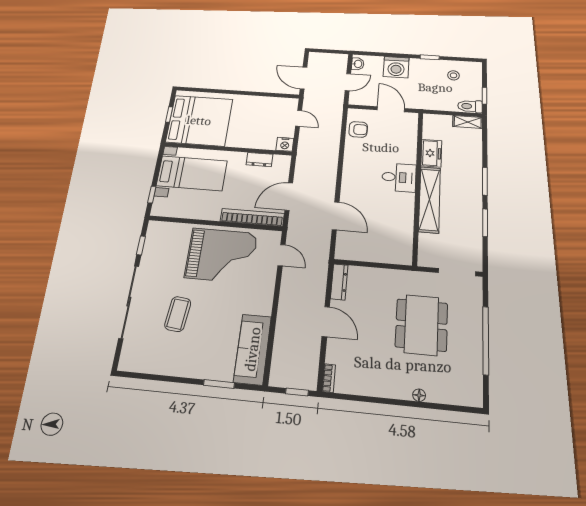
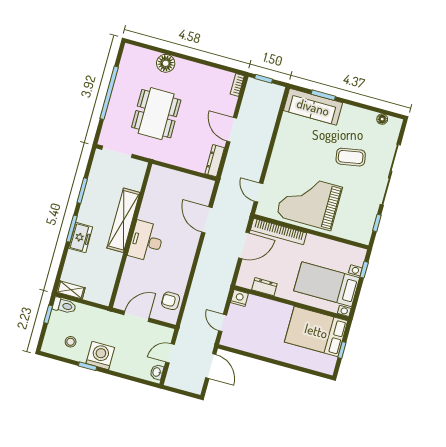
washing machine: (396, 67) -> (100, 355), moved
door: (391, 109) -> (137, 316), swing flipped
bed: (199, 121) -> (316, 331), width x0.73
freezer: (431, 153) -> (81, 238), moved, turned 180
desk: (399, 177) -> (146, 241), width x1.37
coffee table: (178, 314) -> (351, 157), turned 74
sofa: (253, 349) -> (313, 107), moved, turned 90
floor lamp: (143, 367) -> (382, 119), added
floor lamp: (419, 395) -> (166, 63), width x1.89, depth x1.89

